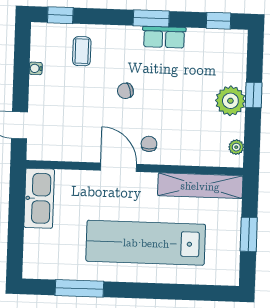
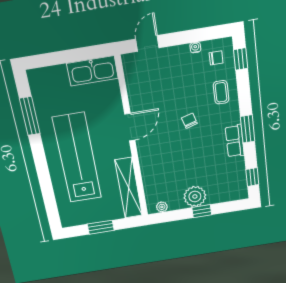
coffee table: (82, 51) -> (221, 92), moved, turned 90
chair: (149, 144) -> (216, 58), moved

